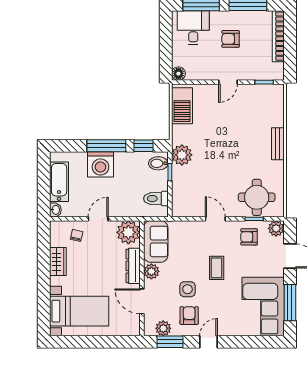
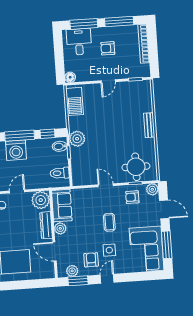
side table: (187, 289) -> (109, 250), moved

